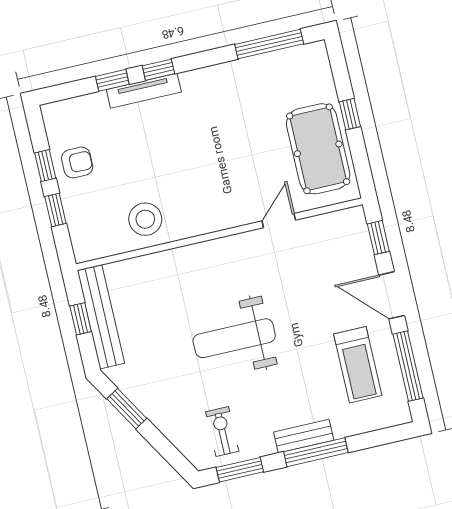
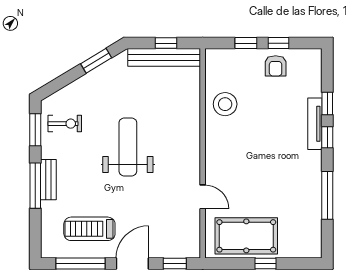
window: (269, 44) -> (327, 195), moved

